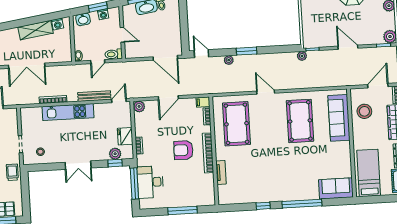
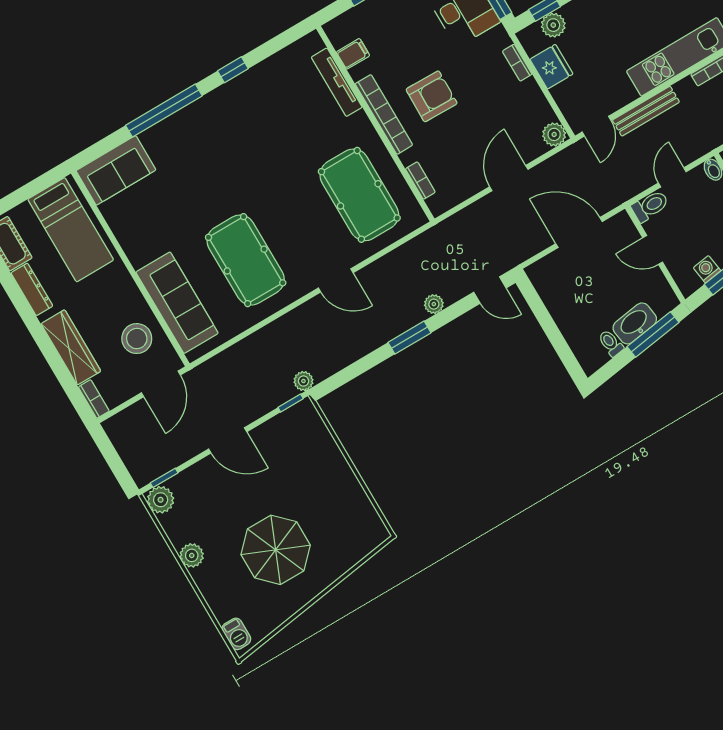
door: (165, 58) -> (579, 233), moved
door: (378, 86) -> (161, 384), moved
filing cabinet: (203, 102) -> (353, 54), moved
tv unit: (221, 172) -> (337, 82), width x1.41

